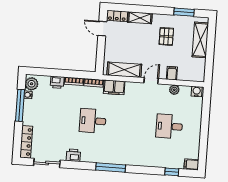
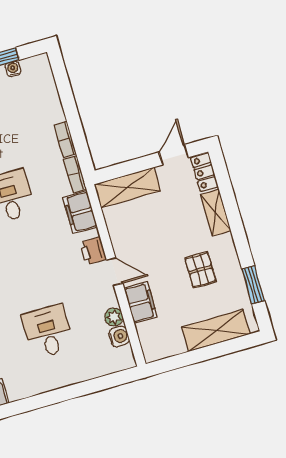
pallet: (166, 36) -> (200, 270), turned 90
shelving: (124, 70) -> (127, 188), moved, turned 90
filing cabinet: (172, 73) -> (141, 302), width x2.00
printer: (57, 82) -> (93, 251), moved
plant: (32, 84) -> (34, 68), removed
water cooler: (197, 92) -> (119, 336), moved

